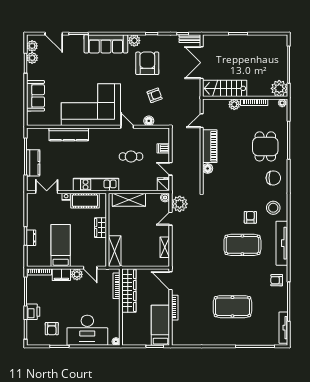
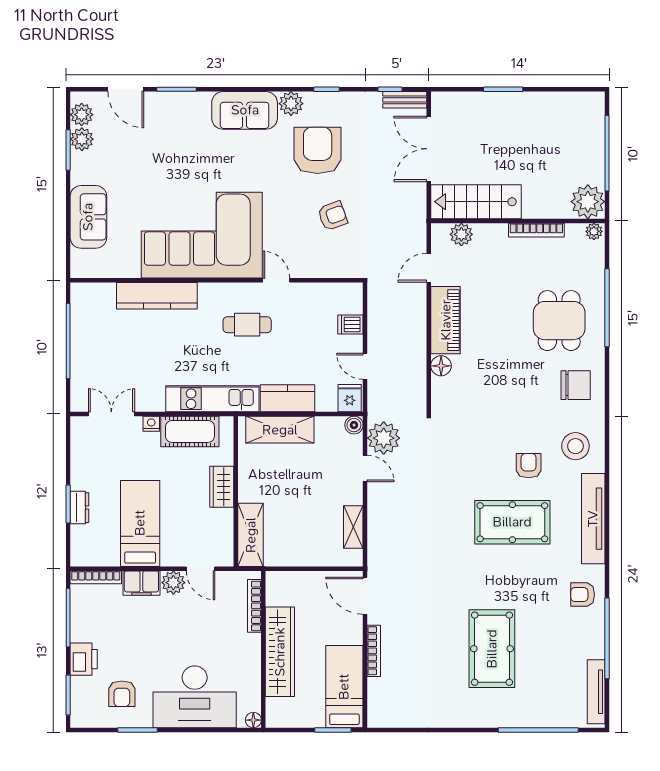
sofa: (106, 44) -> (245, 110), width x0.73
plant: (234, 104) -> (461, 234), moved
floor lamp: (149, 121) -> (321, 268), removed
cafe table: (131, 156) -> (247, 325), moved
kitchen counter: (33, 163) -> (288, 398), moved, turned -90
door: (171, 219) -> (365, 468), swing flipped
wardrobe: (129, 291) -> (280, 652), moved
pool table: (232, 307) -> (492, 649), turned 90

